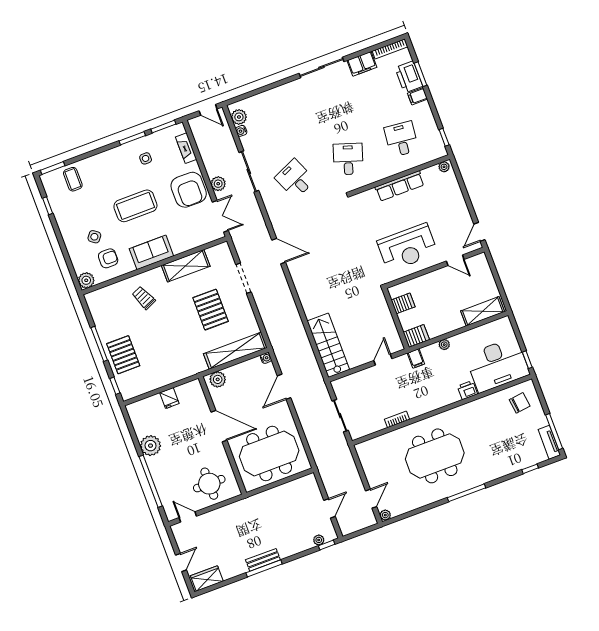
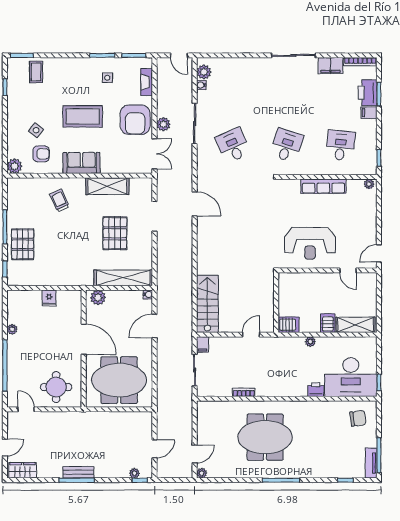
server rack: (403, 303) -> (328, 323), moved, turned -90
filing cabinet: (416, 358) -> (202, 344), moved
plant: (151, 446) -> (12, 329), width x0.53, depth x0.53

